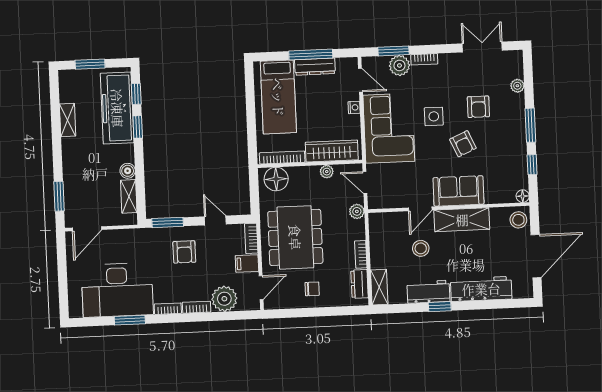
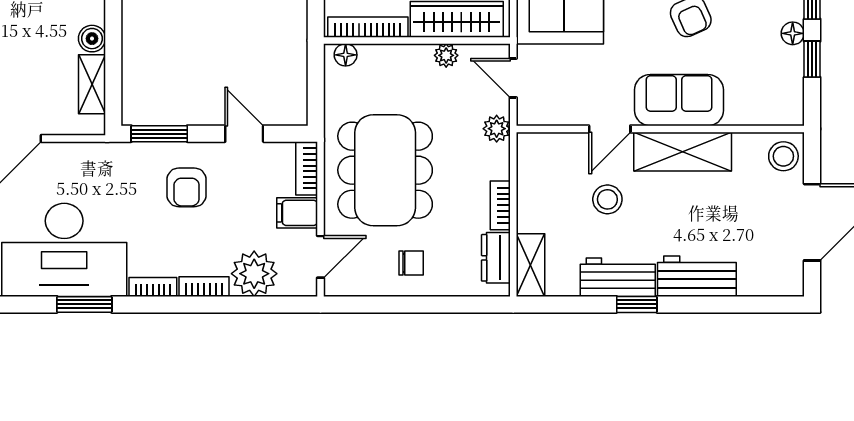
floor lamp: (276, 179) -> (346, 55), width x0.53, depth x0.53
floor lamp: (523, 196) -> (793, 33), moved
workbench: (481, 289) -> (697, 276), width x0.73

